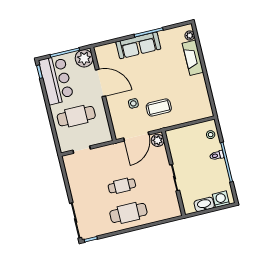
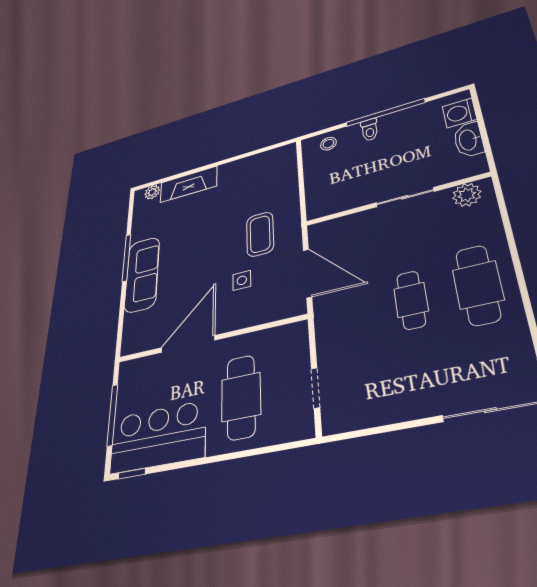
plant: (84, 58) -> (134, 376), removed
plant: (158, 140) -> (467, 195), moved

